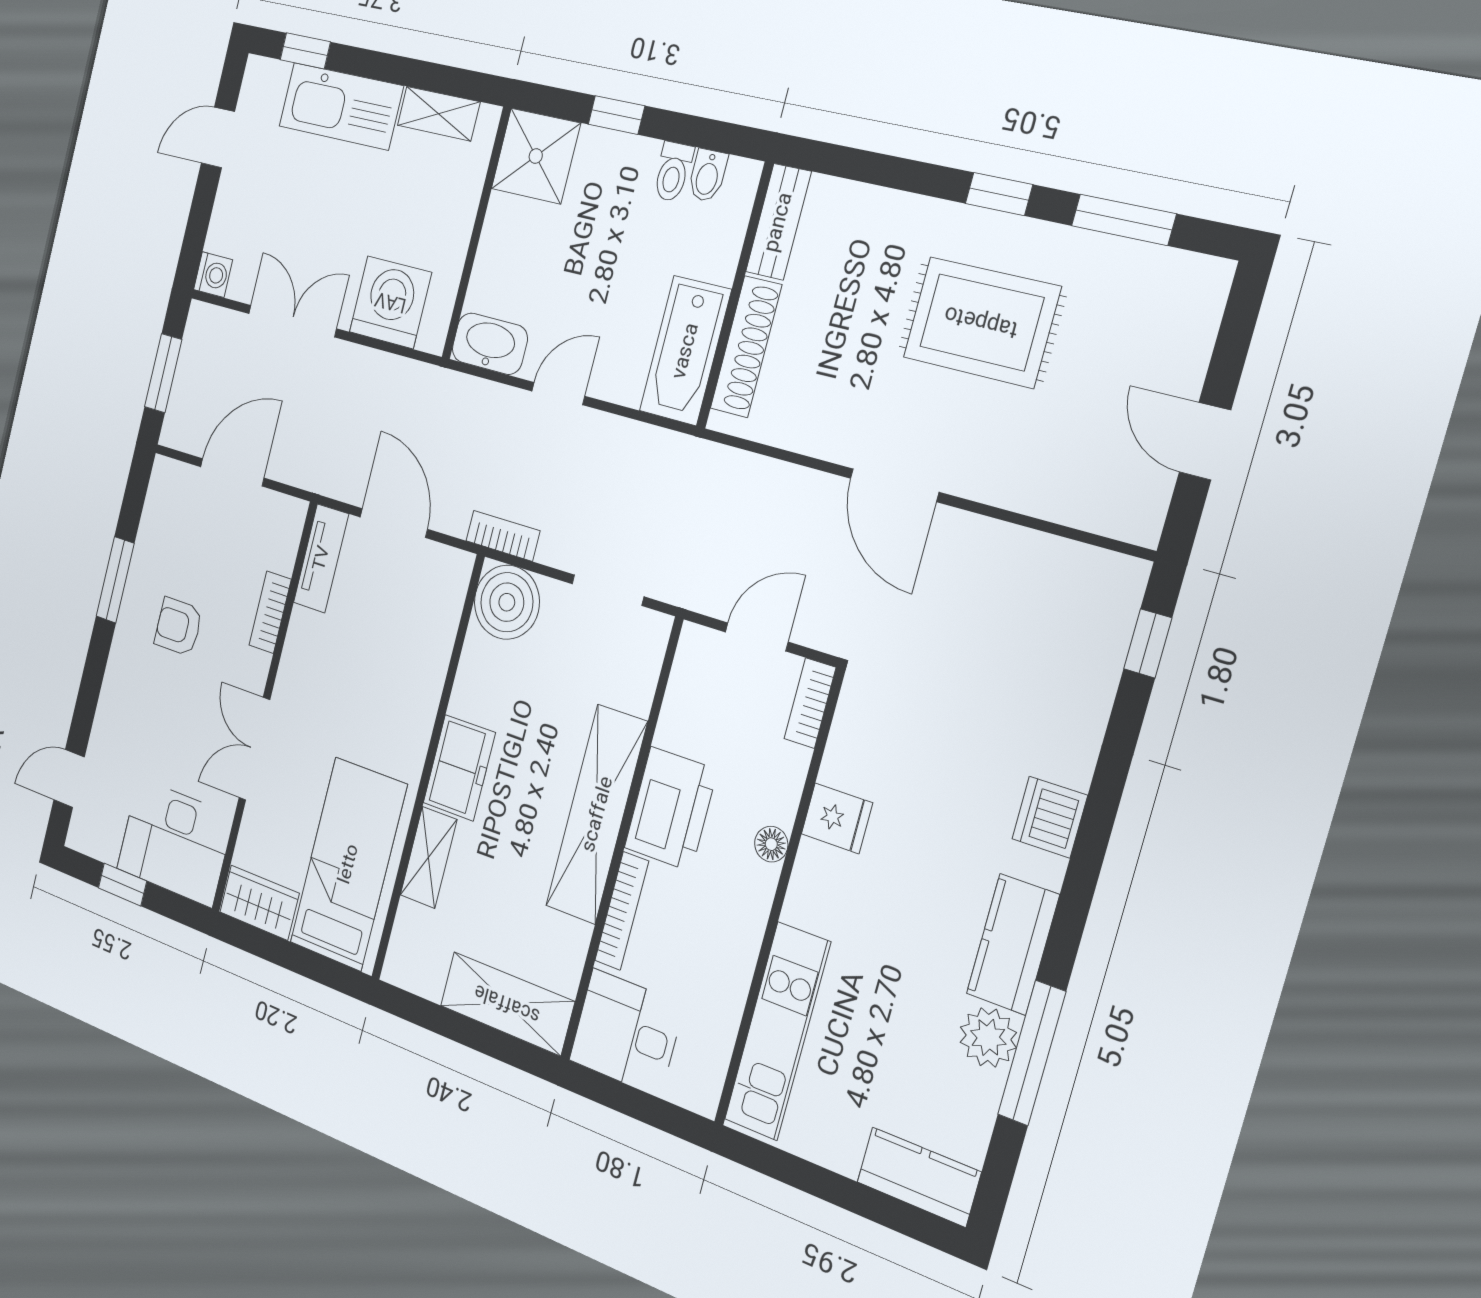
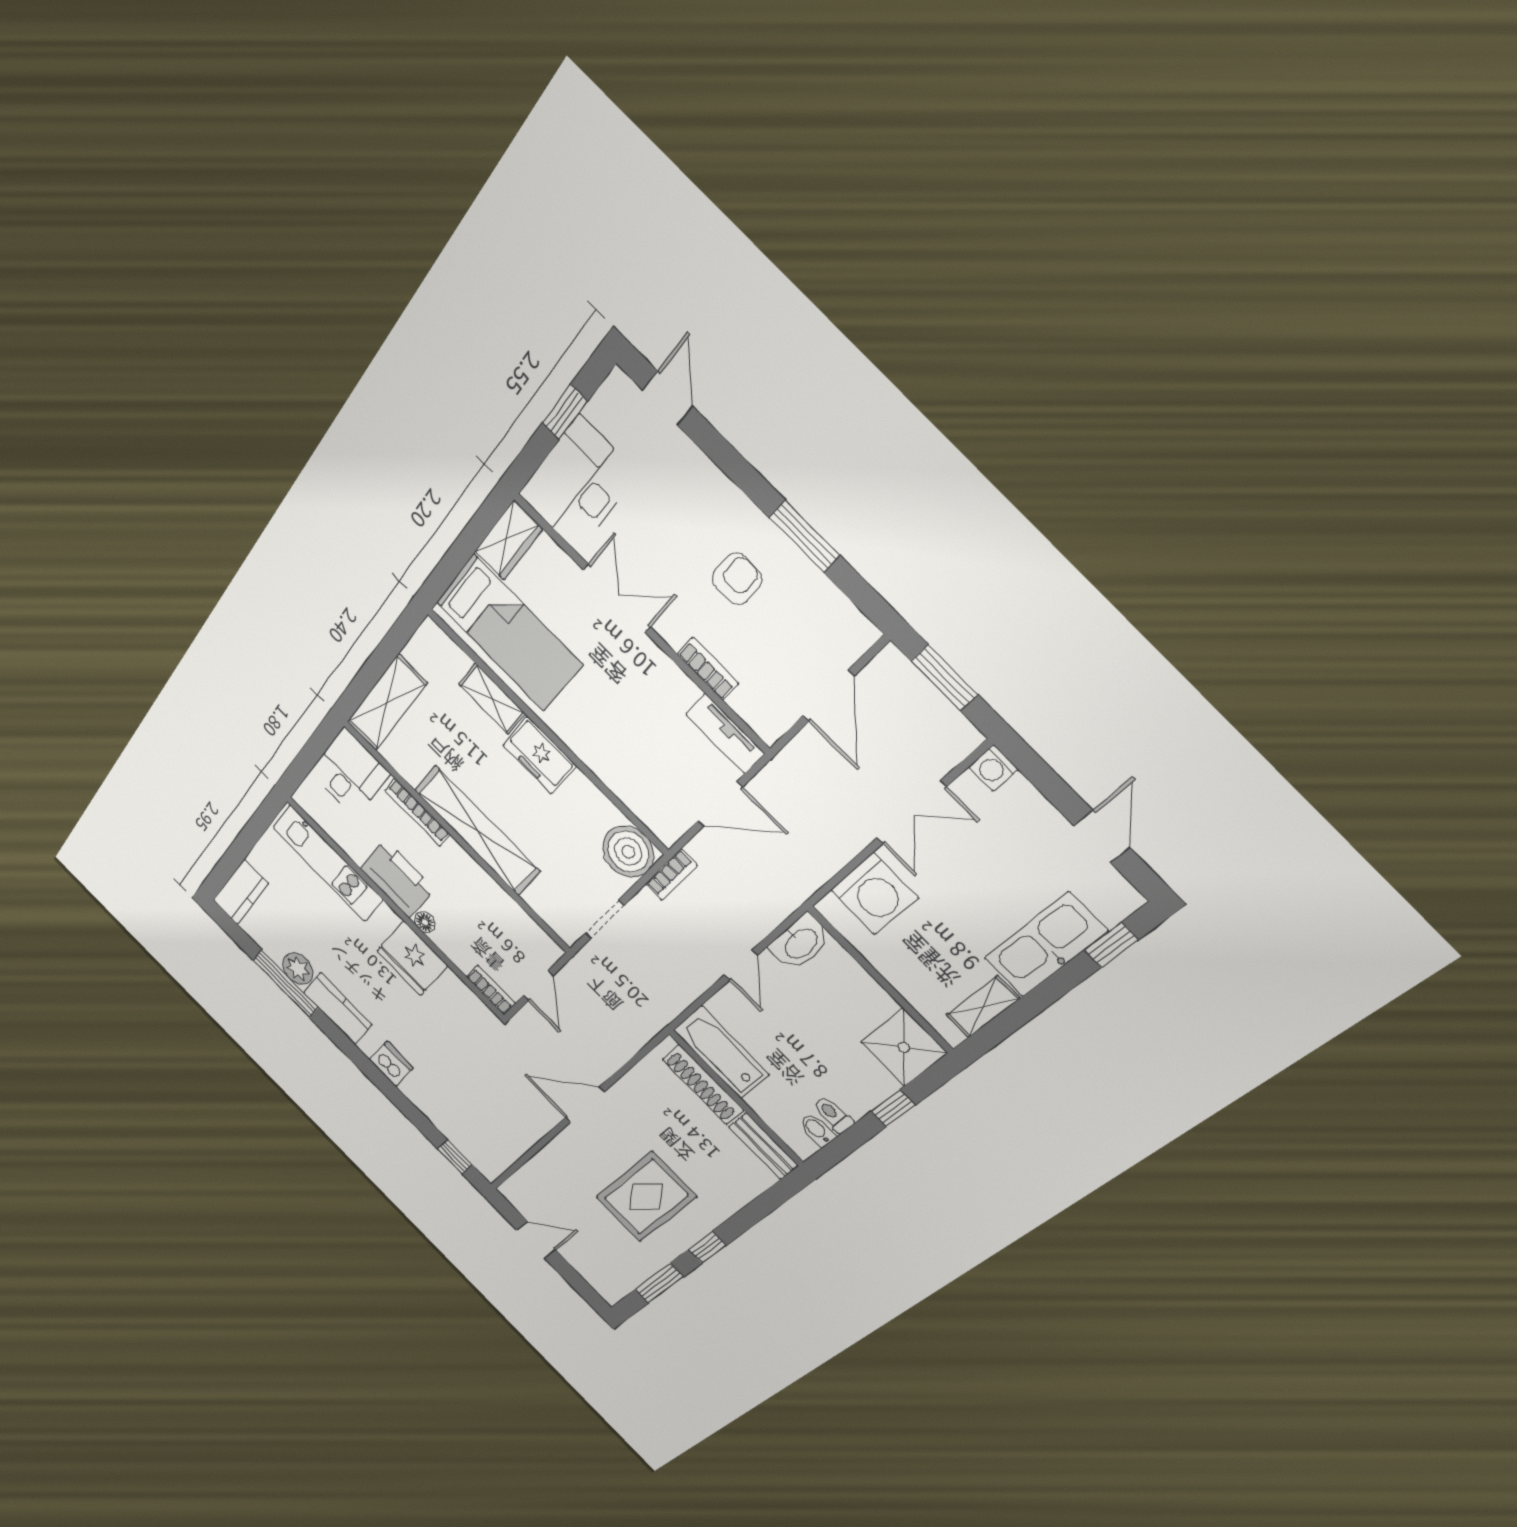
printer: (671, 809) -> (397, 879), moved, turned 180
fridge: (837, 818) -> (412, 958), width x1.88, depth x1.34

